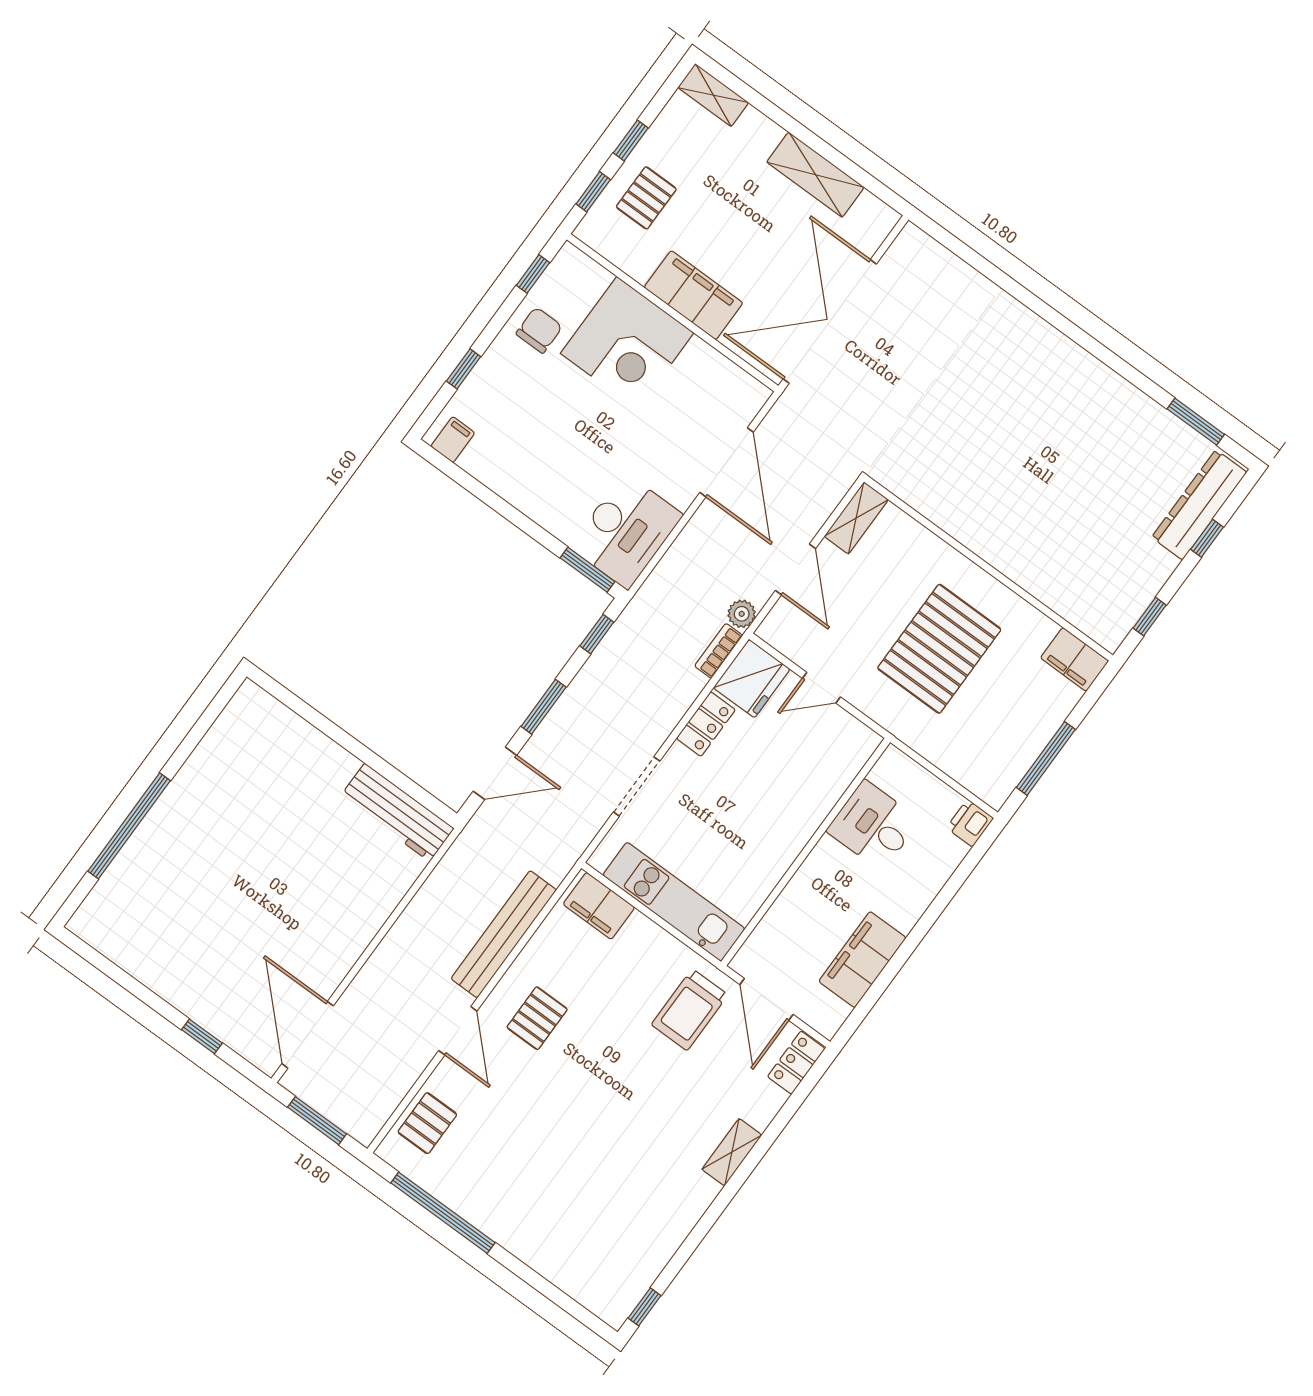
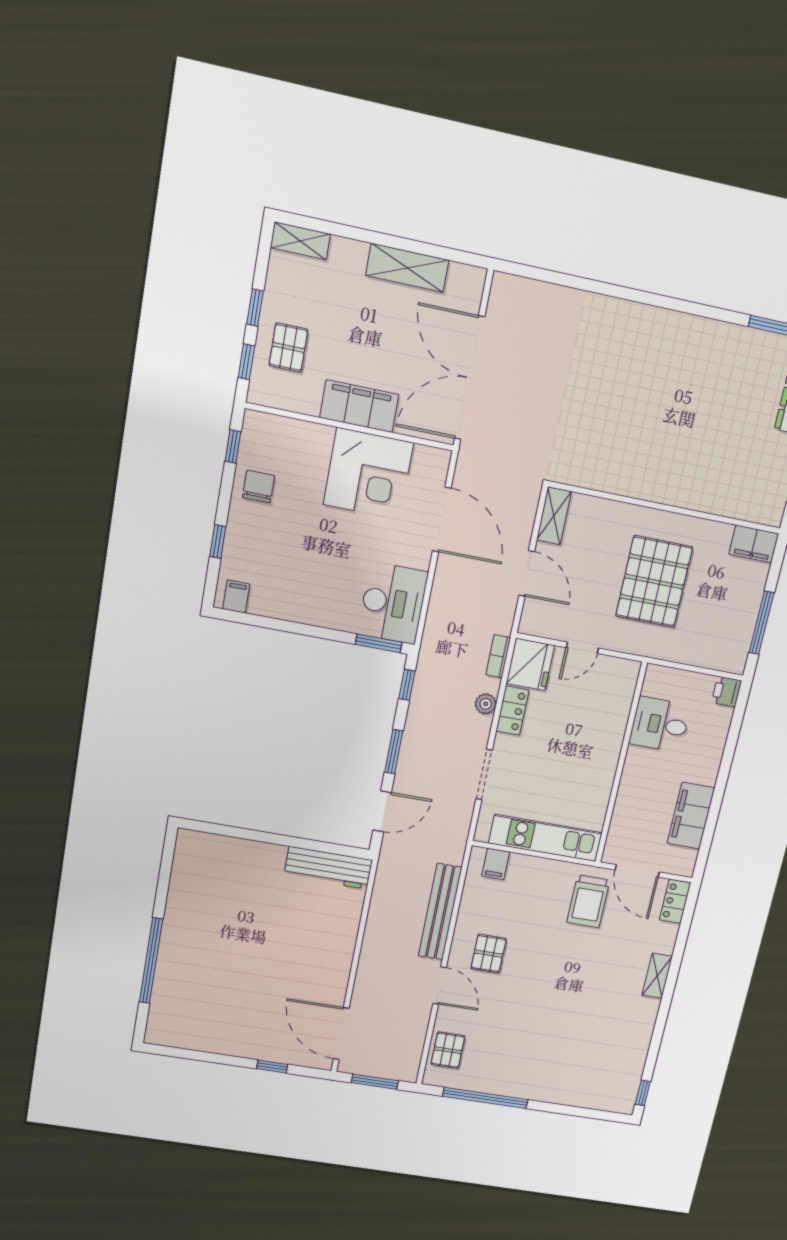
corner desk: (627, 343) -> (368, 474), moved
plant: (742, 614) -> (486, 704), moved
filing cabinet: (599, 906) -> (496, 864), width x0.50

